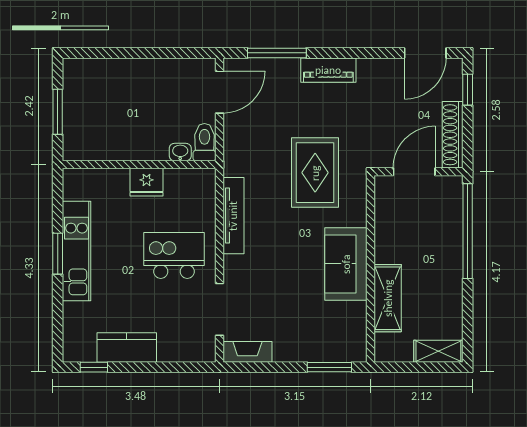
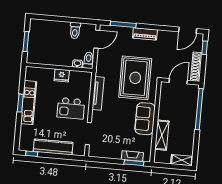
toilet: (168, 77) -> (75, 30), added
rug: (315, 173) -> (135, 78), width x1.37, depth x1.44
kitchen island: (174, 255) -> (71, 108), turned 180
kitchen counter: (127, 347) -> (53, 147), width x1.50
fireplace: (247, 352) -> (132, 156), moved

